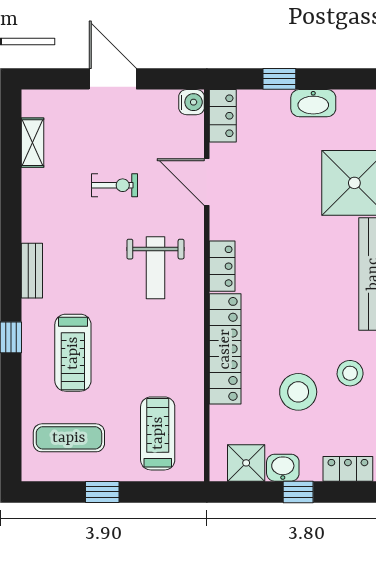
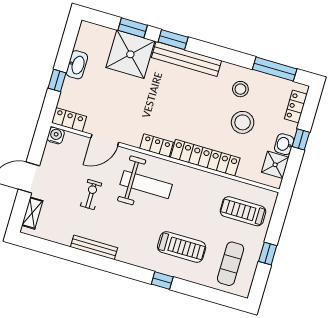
shelving: (33, 143) -> (32, 213), moved, turned 90
weight bench: (155, 268) -> (146, 185), width x1.36, depth x1.33
bench: (32, 271) -> (94, 247), moved, width x1.36

